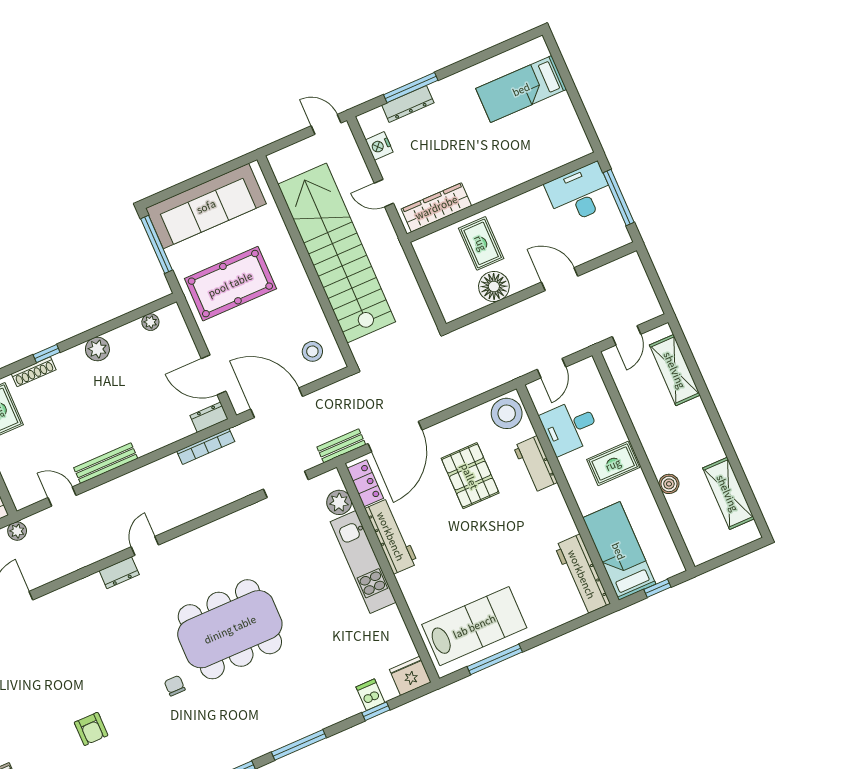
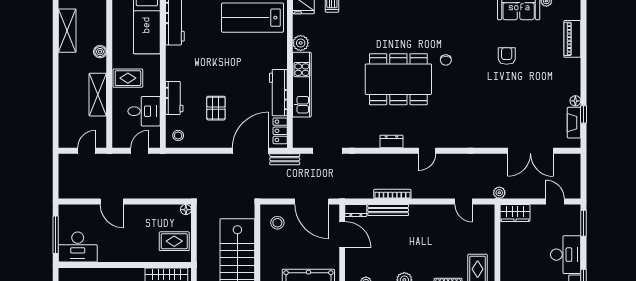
rug: (481, 243) -> (174, 241), moved, turned 90
floor lamp: (494, 286) -> (186, 210), moved, width x0.53, depth x0.53
shelving: (675, 370) -> (98, 95), moved
stool: (507, 413) -> (178, 135), width x0.53, depth x0.53
bookcase: (206, 446) -> (392, 194), moved
bench: (106, 463) -> (388, 210), moved
pallet: (470, 476) -> (216, 108), width x0.67, depth x0.71
plant: (339, 502) -> (301, 43), moved
dresser: (119, 573) -> (391, 141), moved

